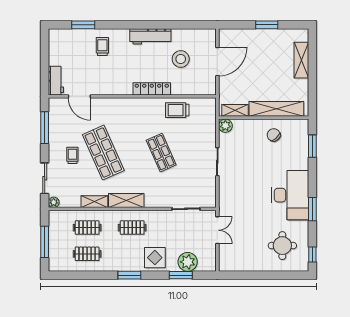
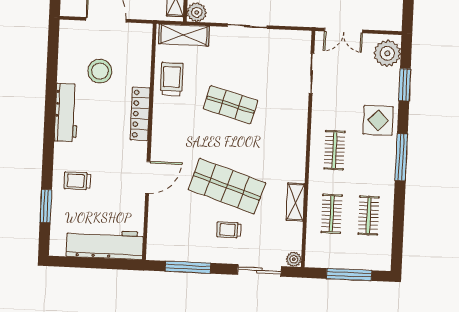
workbench: (56, 81) -> (105, 244), width x1.88, depth x1.32
door: (79, 96) -> (148, 177), moved
trolley: (177, 110) -> (172, 79), turned 180
shop shelf: (103, 153) -> (227, 186), turned 42
shop shelf: (161, 153) -> (231, 105), turned 39
shelving: (126, 201) -> (184, 35), moved, turned 90
double door: (217, 230) -> (344, 31), swing flipped
plant: (188, 262) -> (387, 53), moved
window: (129, 275) -> (401, 157), width x1.44

